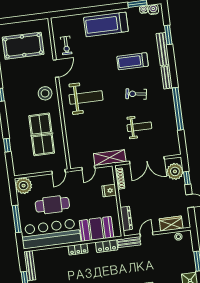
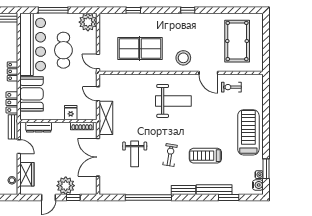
treadmill: (132, 61) -> (205, 156), turned -90
weight bench: (86, 97) -> (173, 101), turned -90
plant: (175, 171) -> (66, 186), moved

